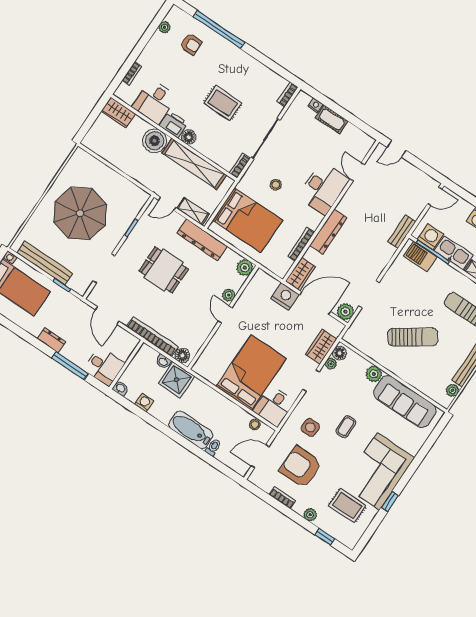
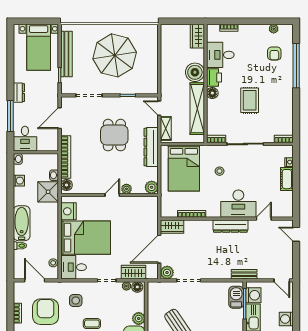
dresser: (328, 232) -> (230, 226), moved
nightstand: (285, 297) -> (69, 211), moved, turned 180
door: (315, 303) -> (159, 249), swing flipped

